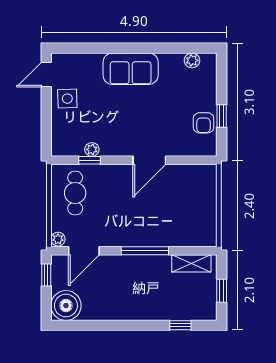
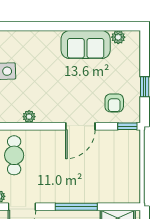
sofa: (131, 69) -> (86, 45), moved
armchair: (204, 123) -> (114, 103), moved
window: (90, 160) -> (127, 126), moved

